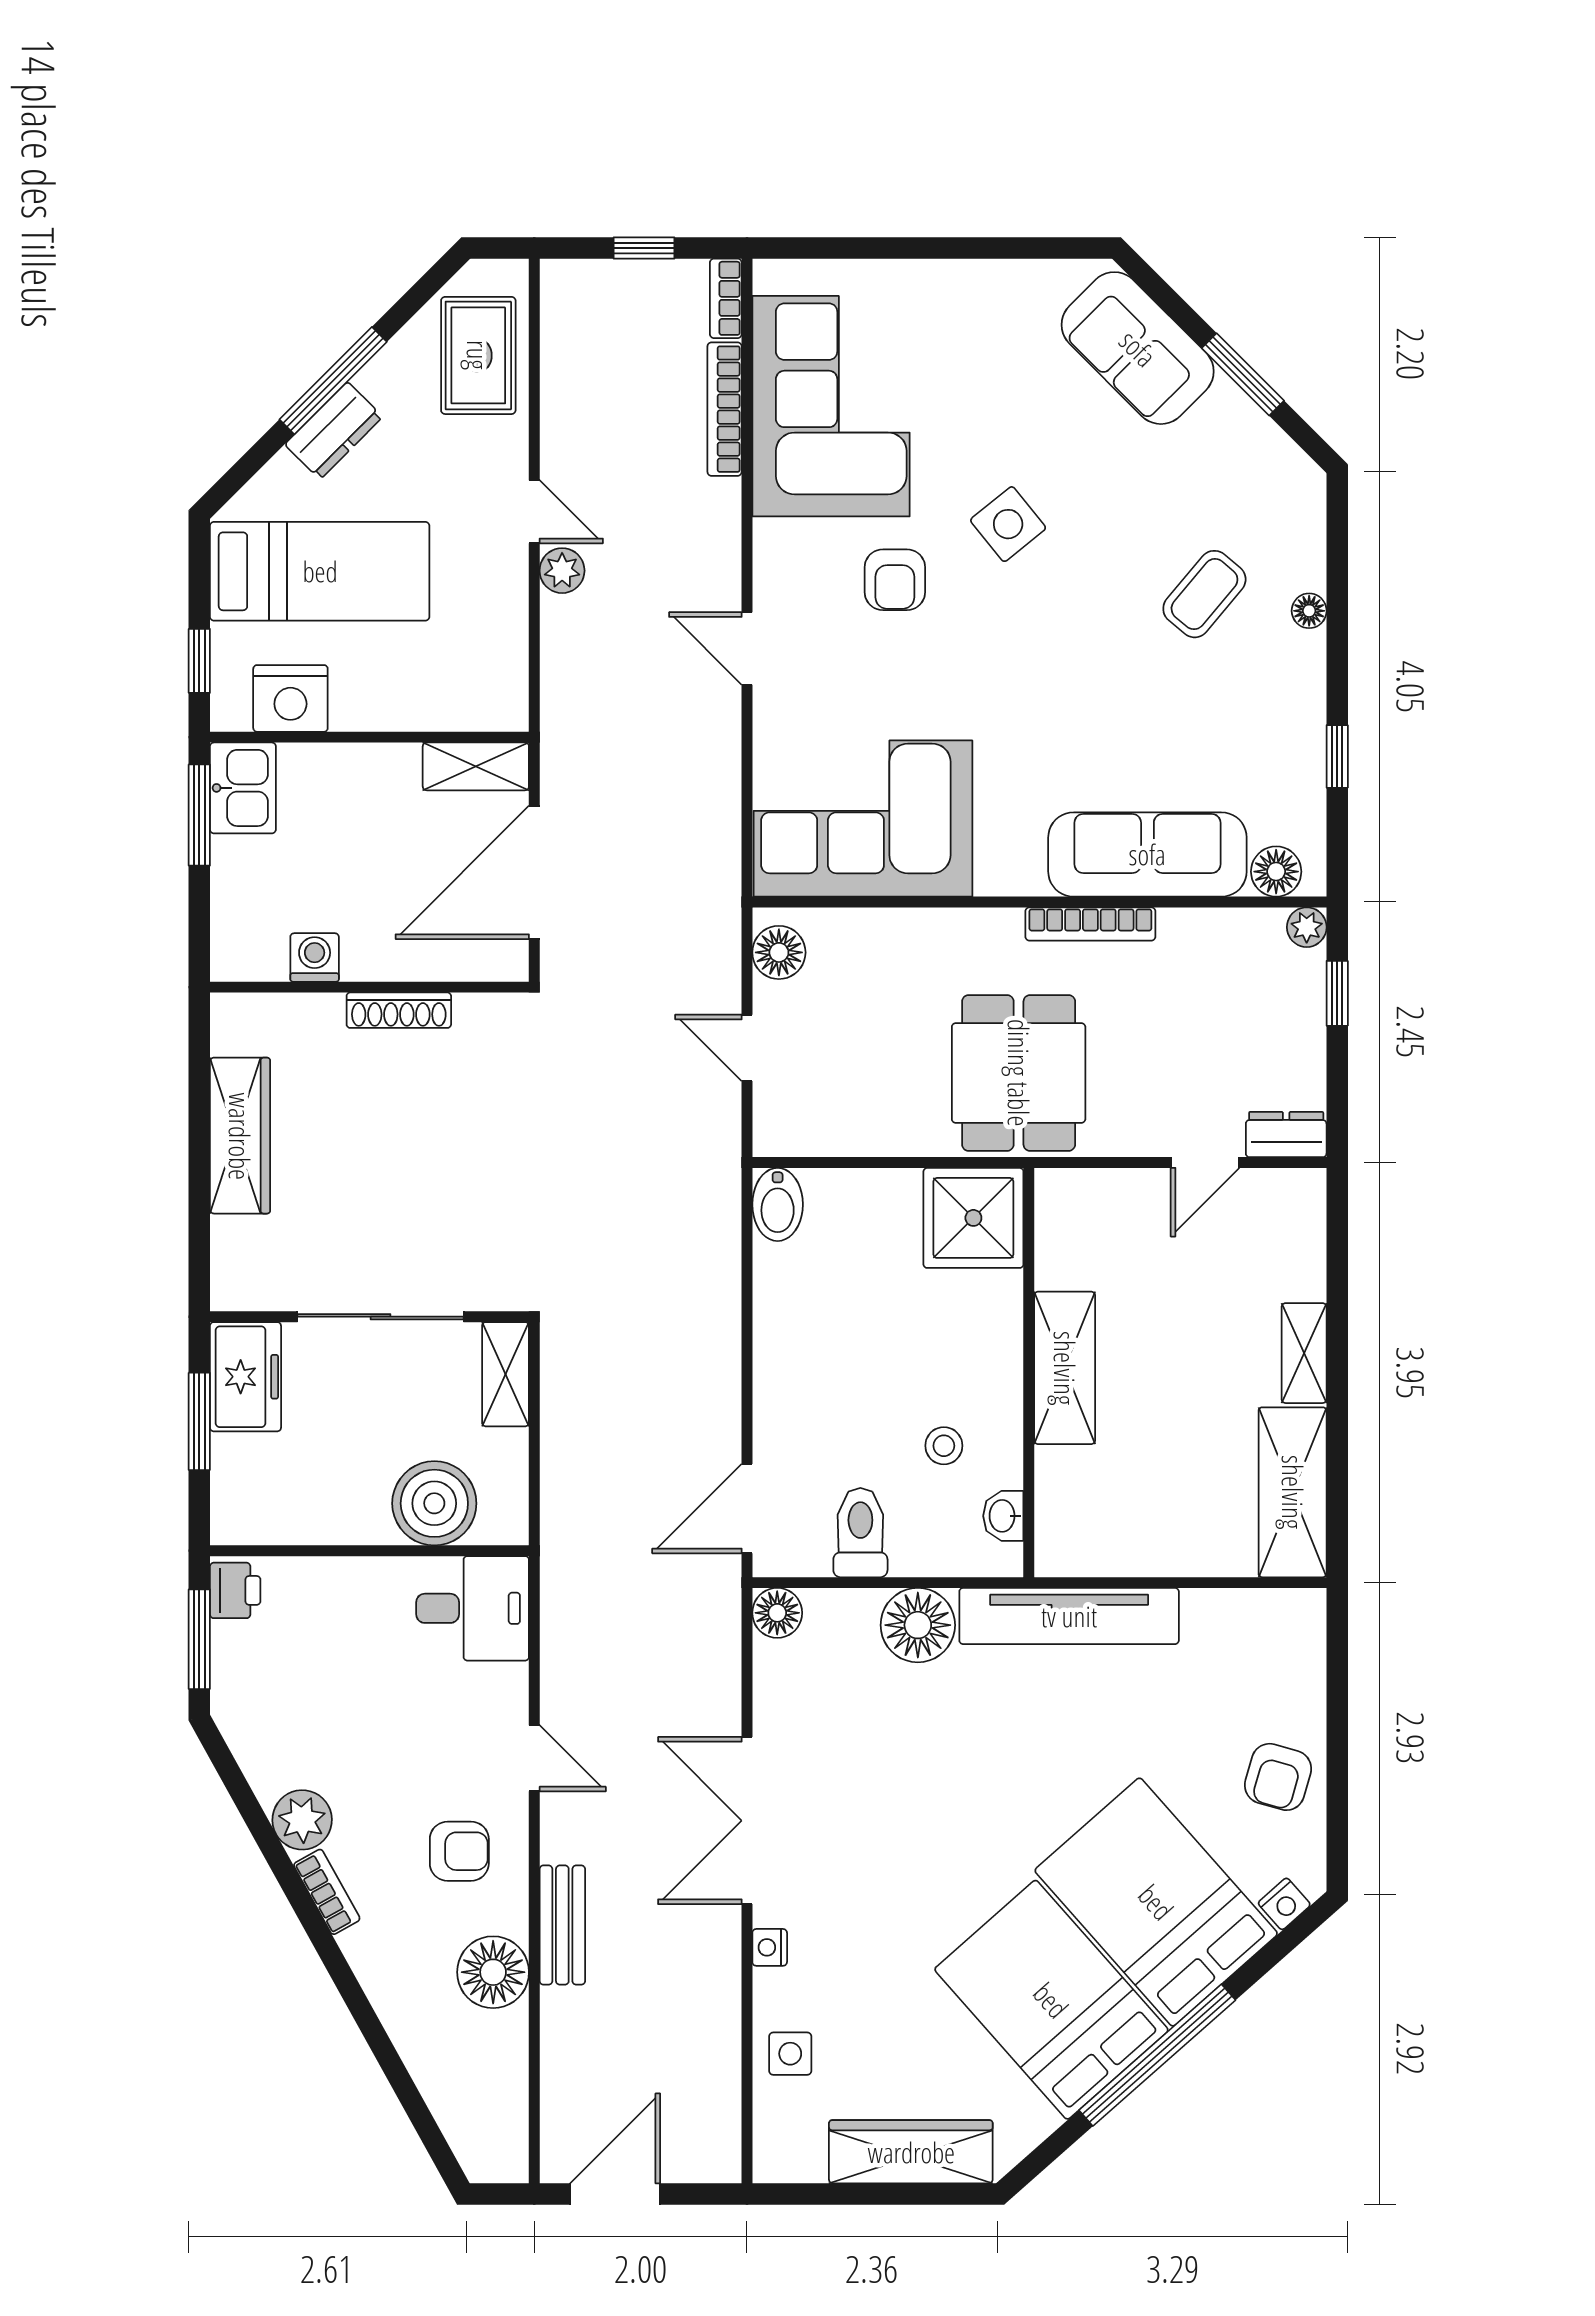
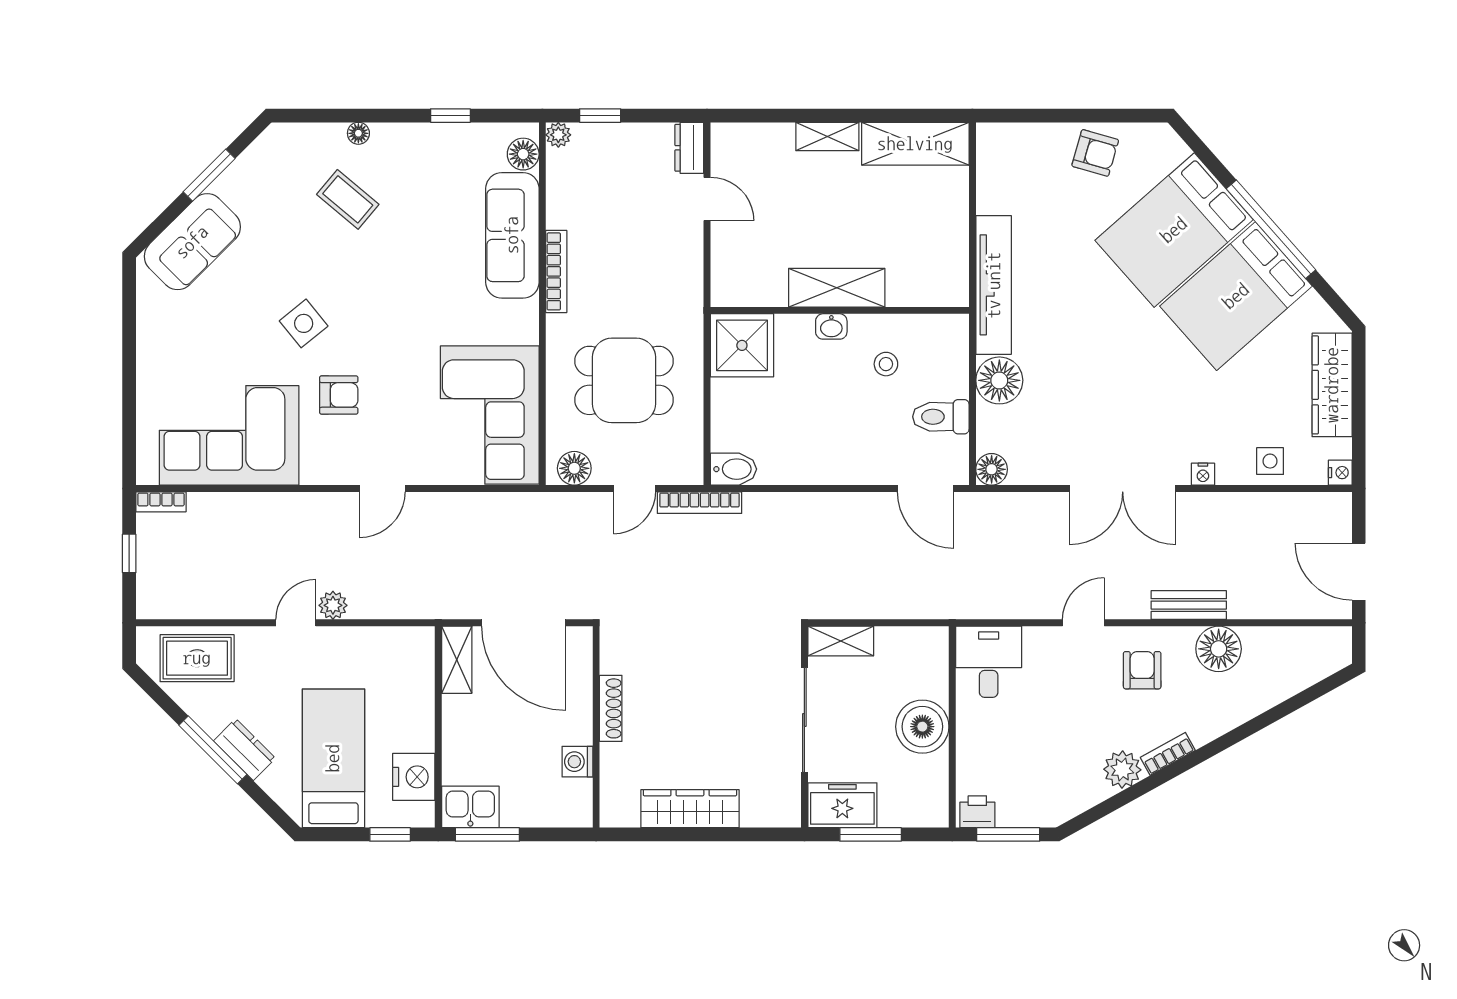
bookcase: (725, 409) -> (699, 503), moved
dining table: (1019, 1073) -> (624, 380), moved
boiler: (434, 1503) -> (922, 727), moved
washbasin: (1003, 1516) -> (831, 326), moved
nightstand: (1284, 1904) -> (1340, 473), moved, turned 41

